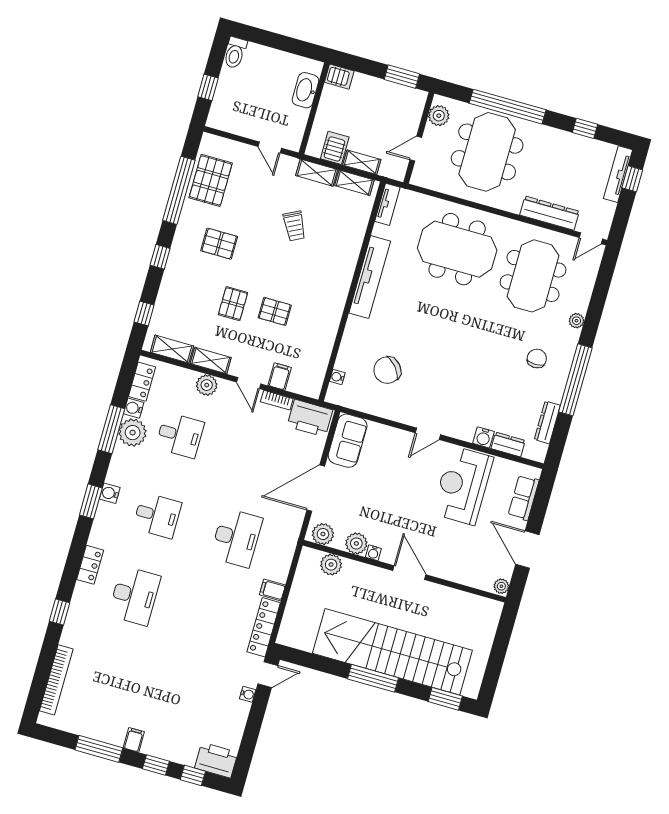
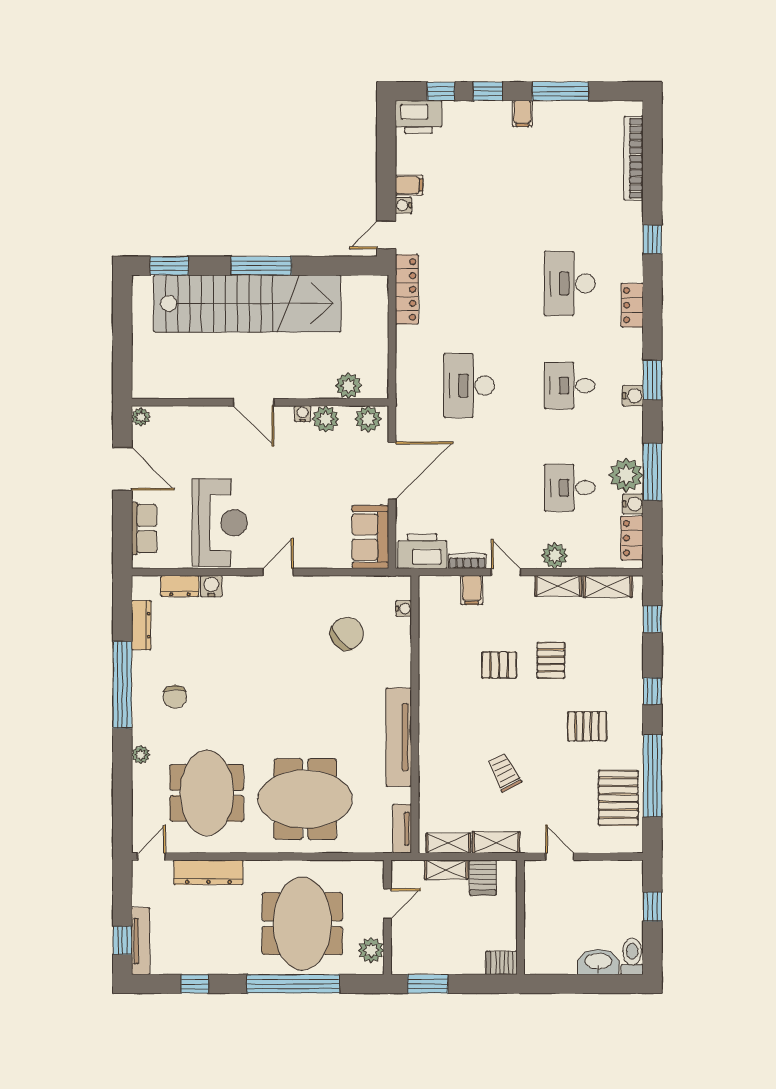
washbasin: (306, 90) -> (598, 962), moved, turned -90
filing cabinet: (272, 590) -> (409, 185), moved

